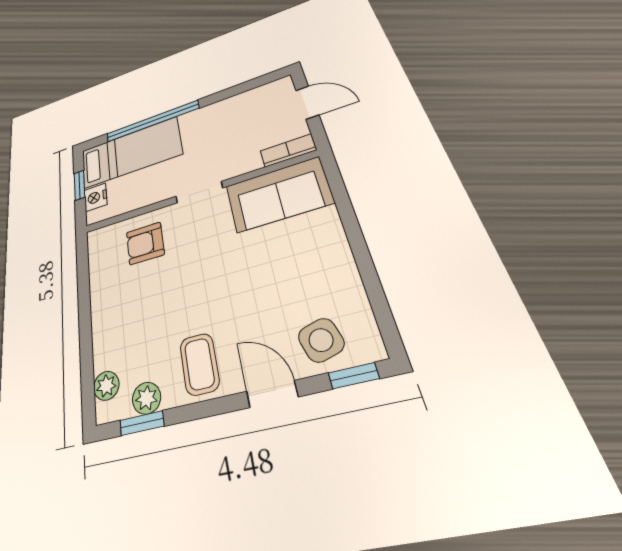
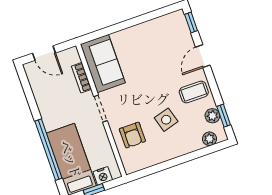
door: (307, 102) -> (44, 53), swing flipped
bookcase: (288, 151) -> (81, 78), moved
side table: (321, 340) -> (166, 120), moved

